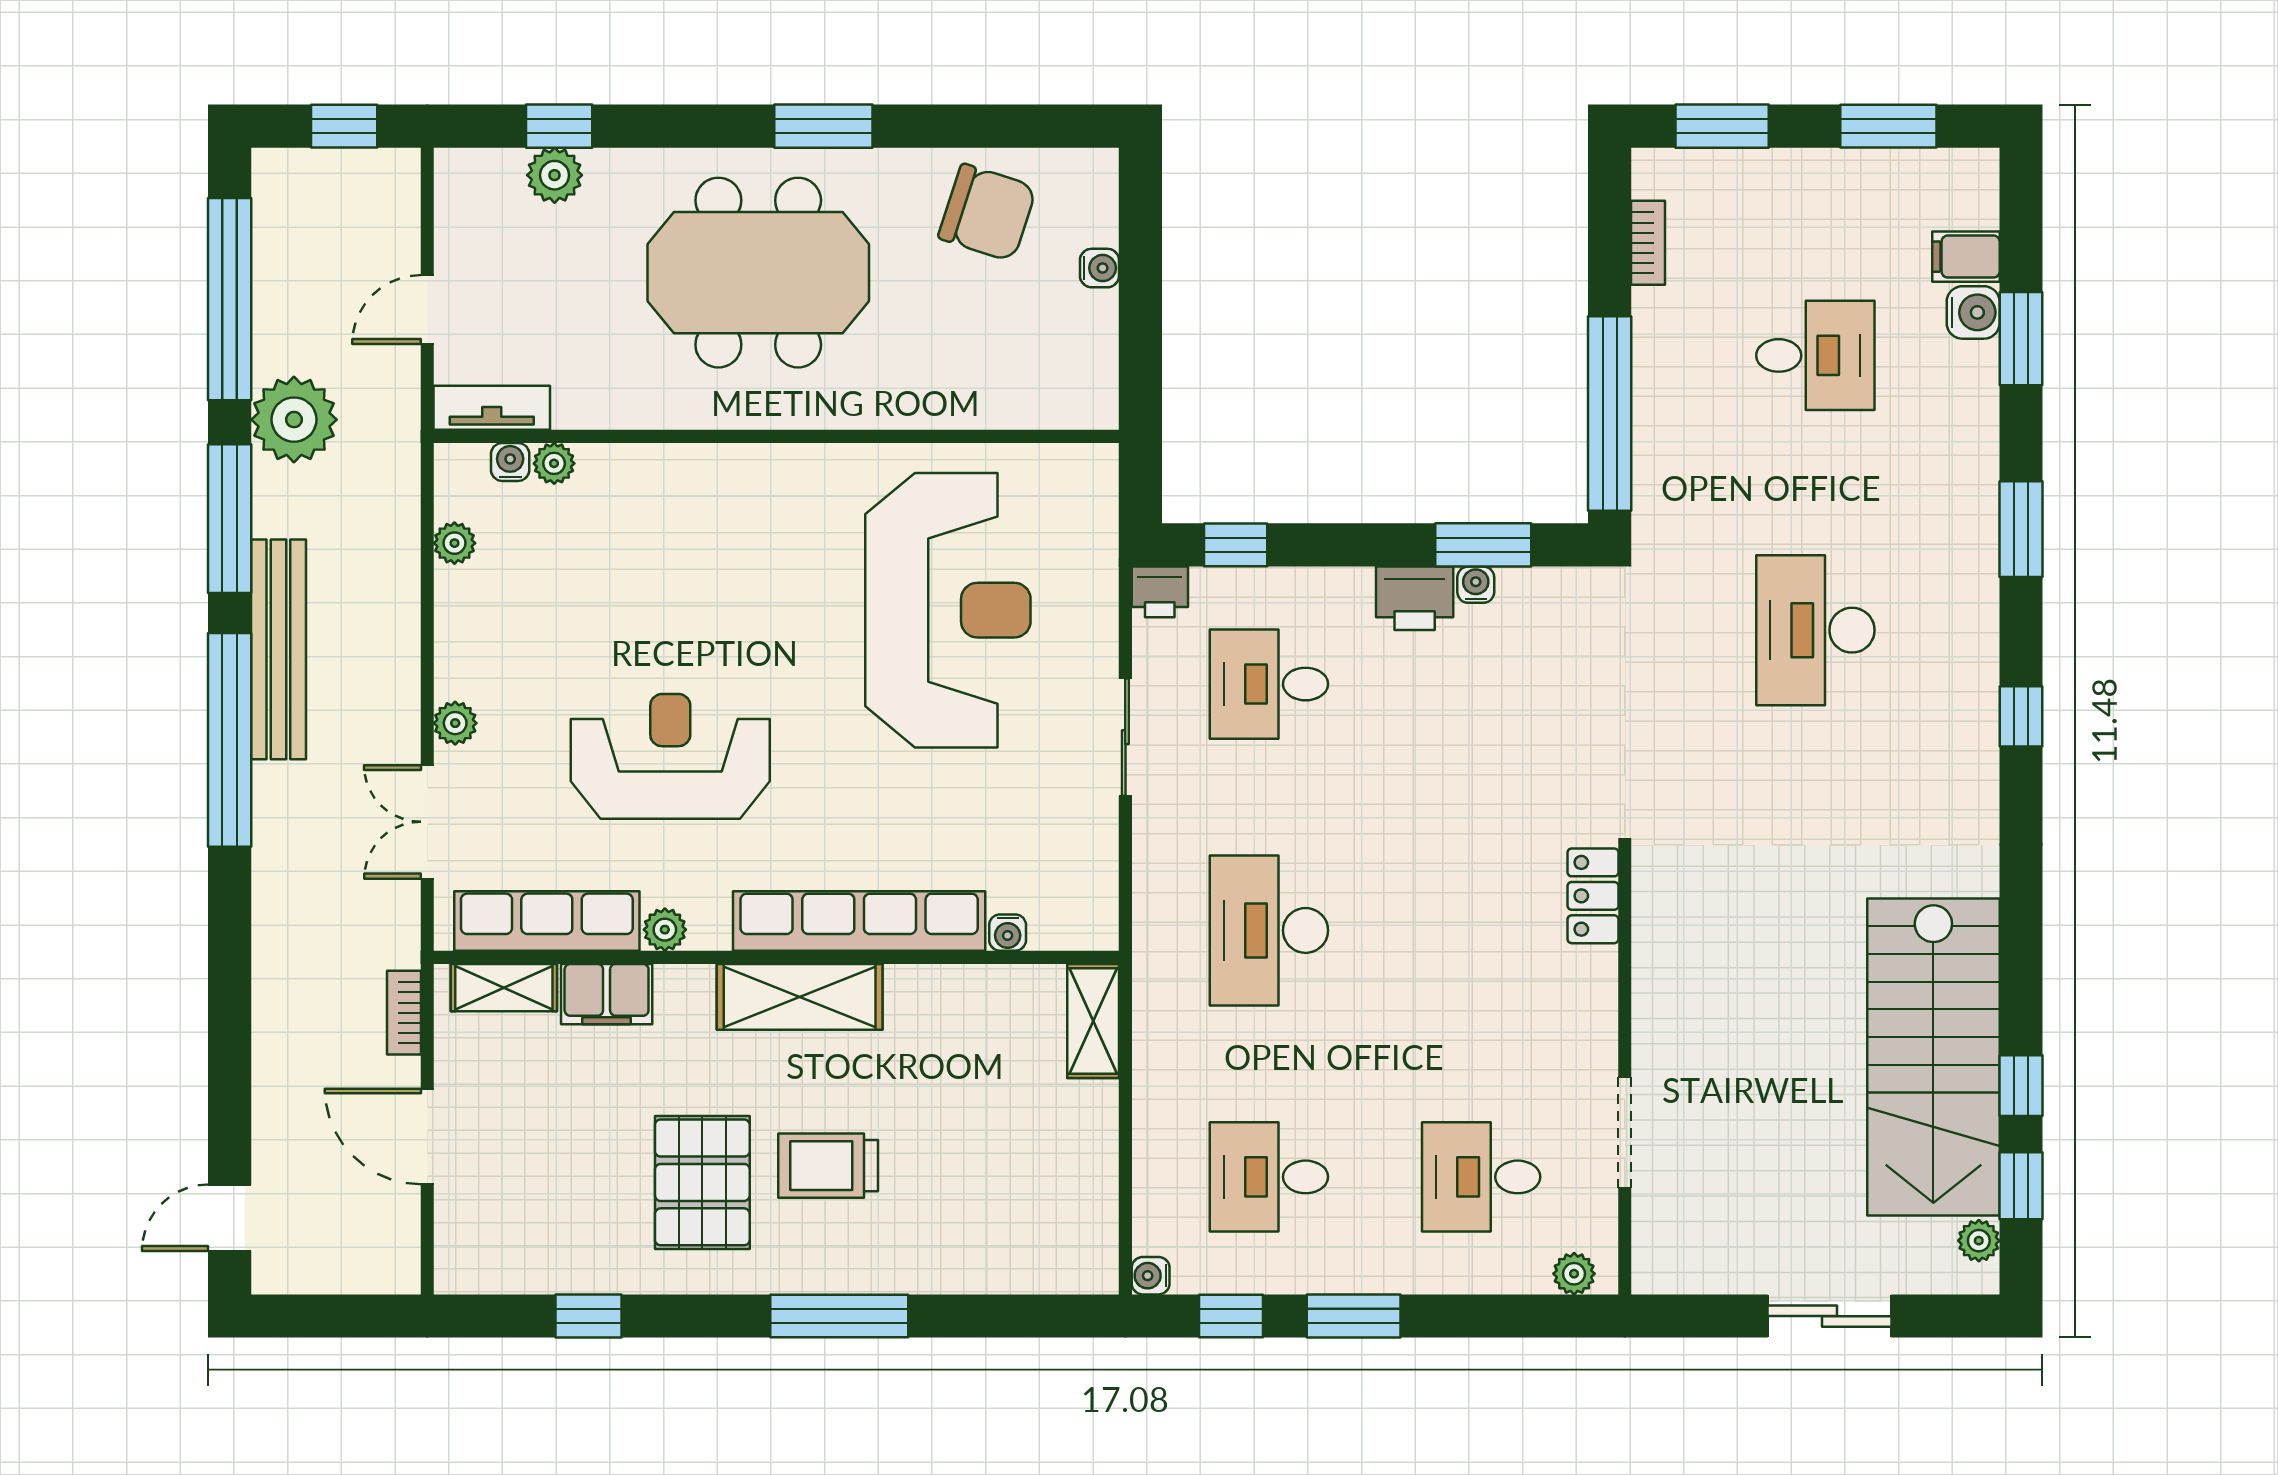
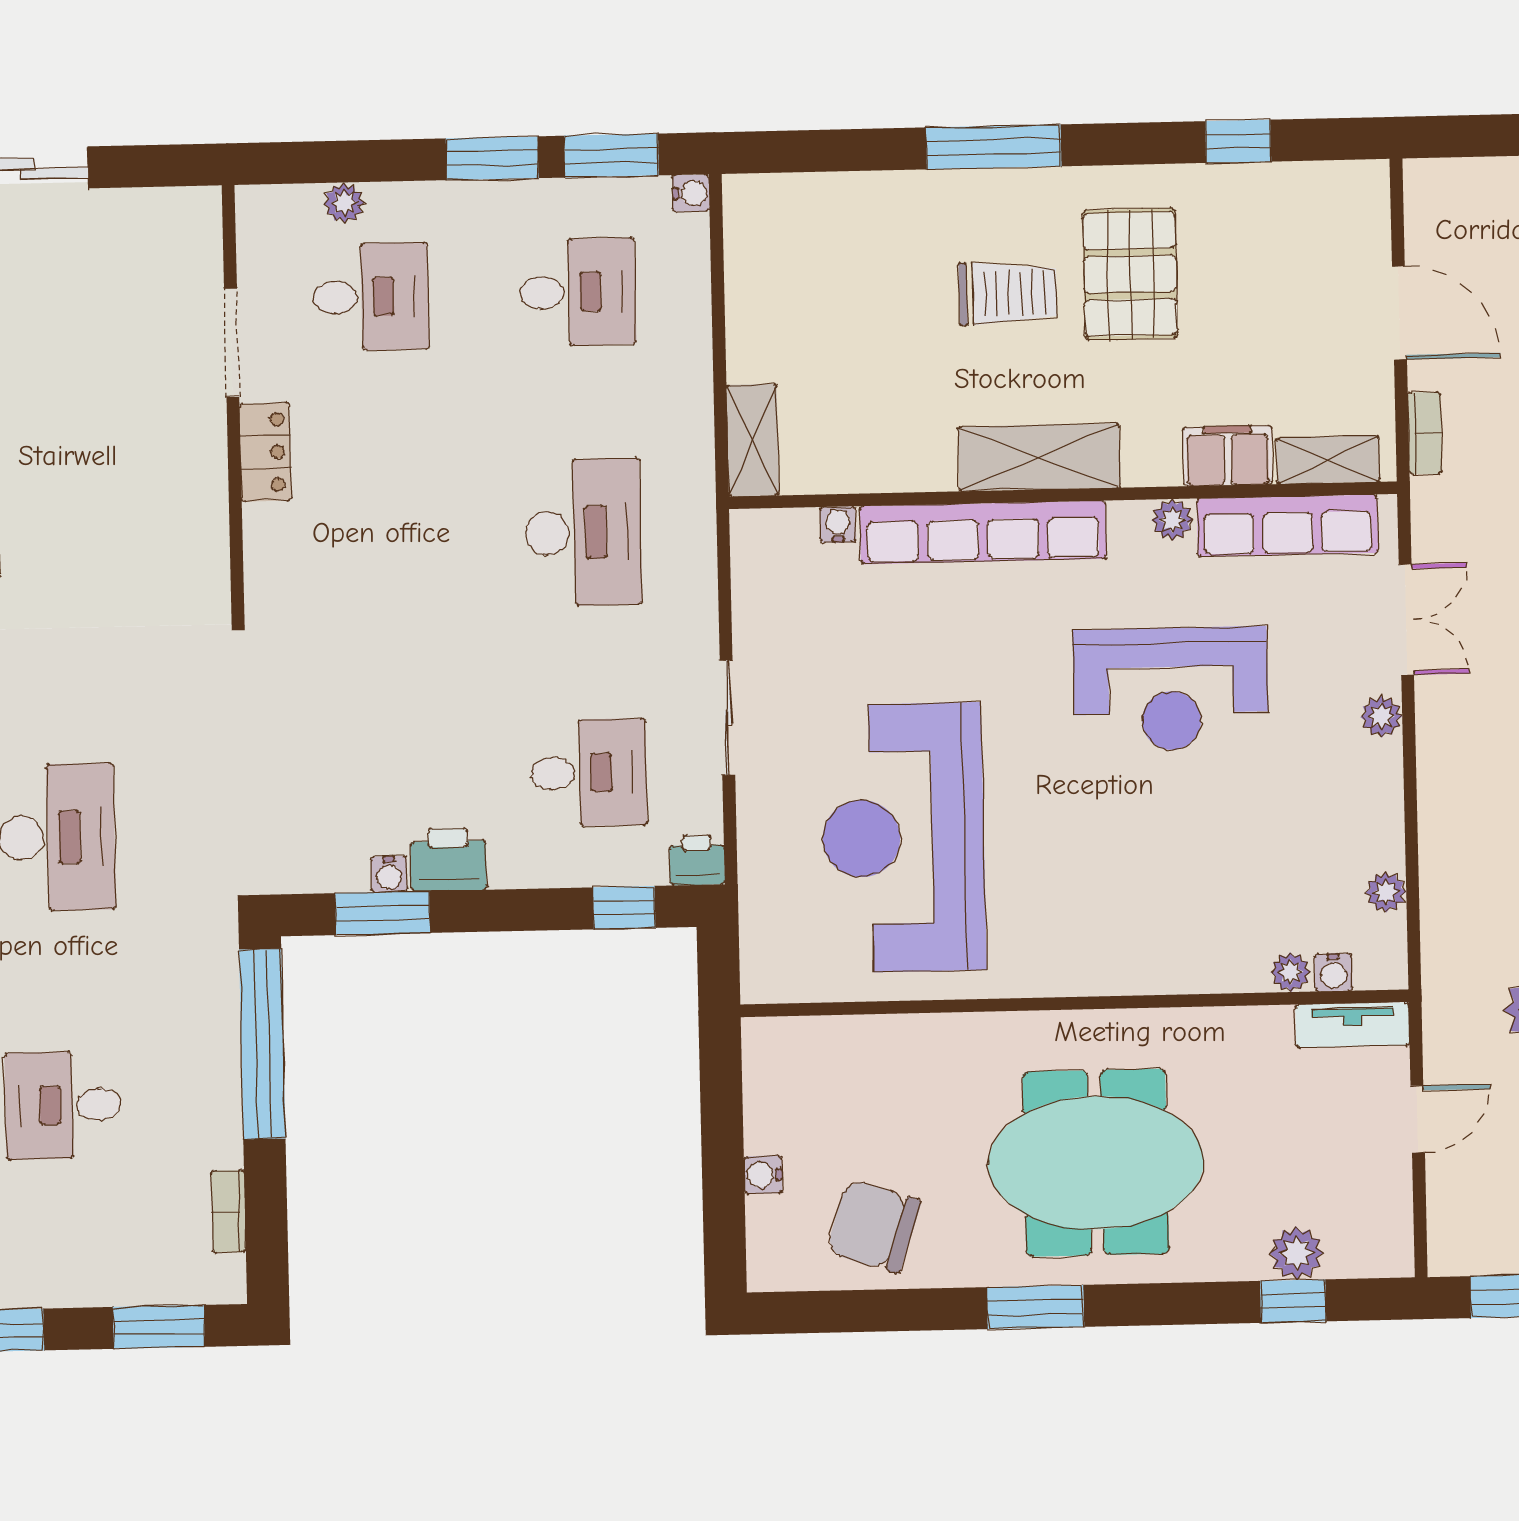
locker: (1593, 896) -> (265, 452), moved
plant: (1574, 1274) -> (344, 203), moved
window: (1231, 1316) -> (612, 156), width x1.50

